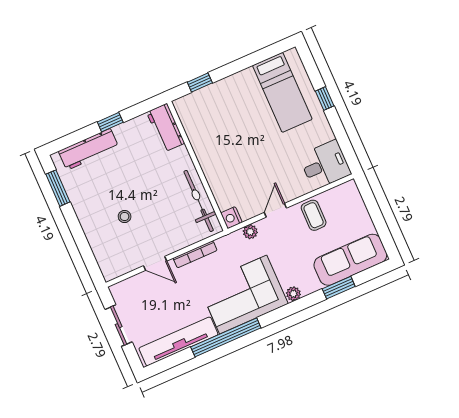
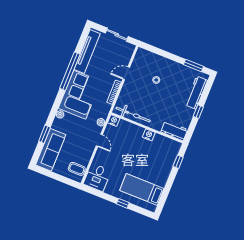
nightstand: (204, 155) -> (149, 135), added
coffee table: (314, 215) -> (77, 169), moved

